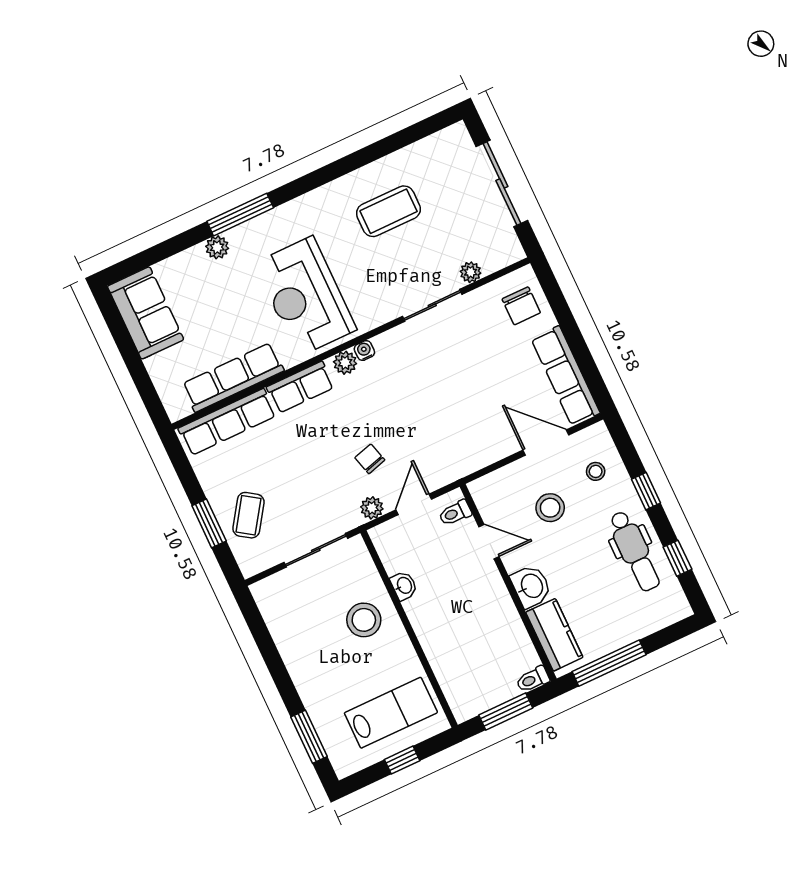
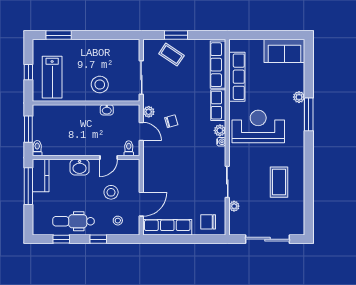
kitchen counter: (554, 635) -> (41, 176), moved, turned -90

